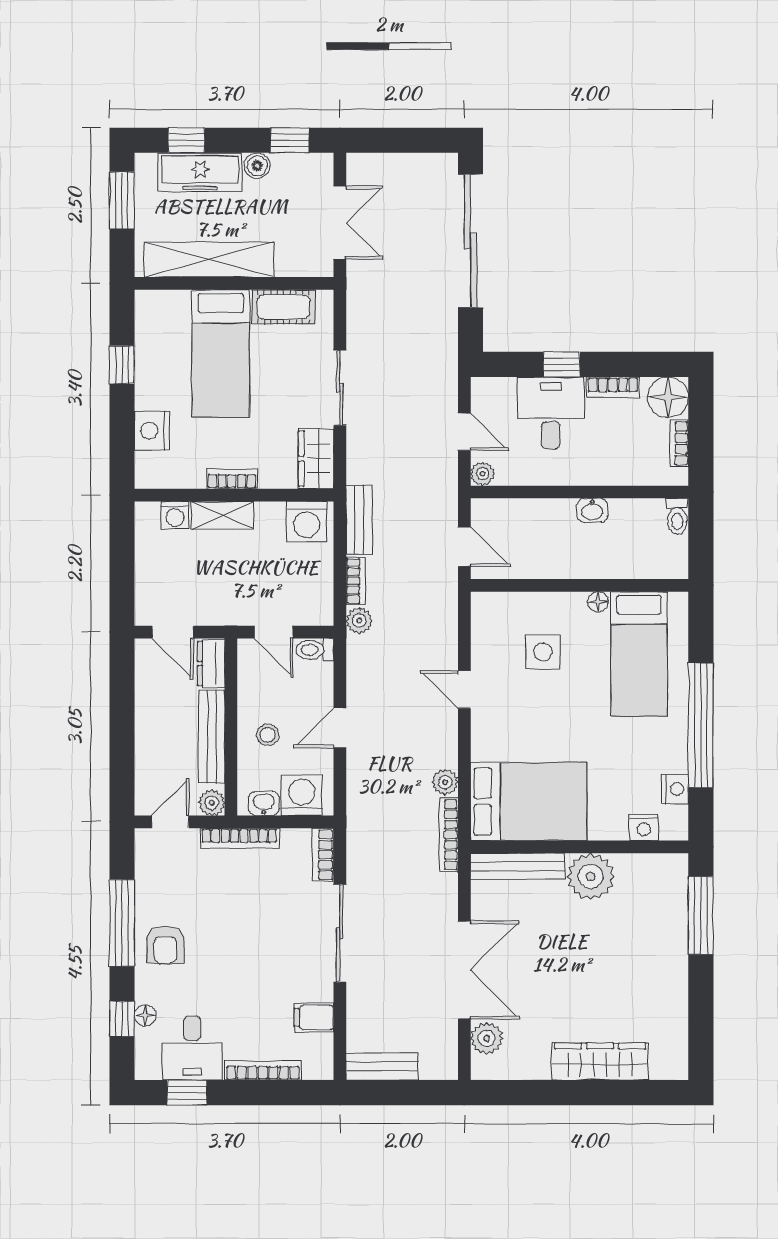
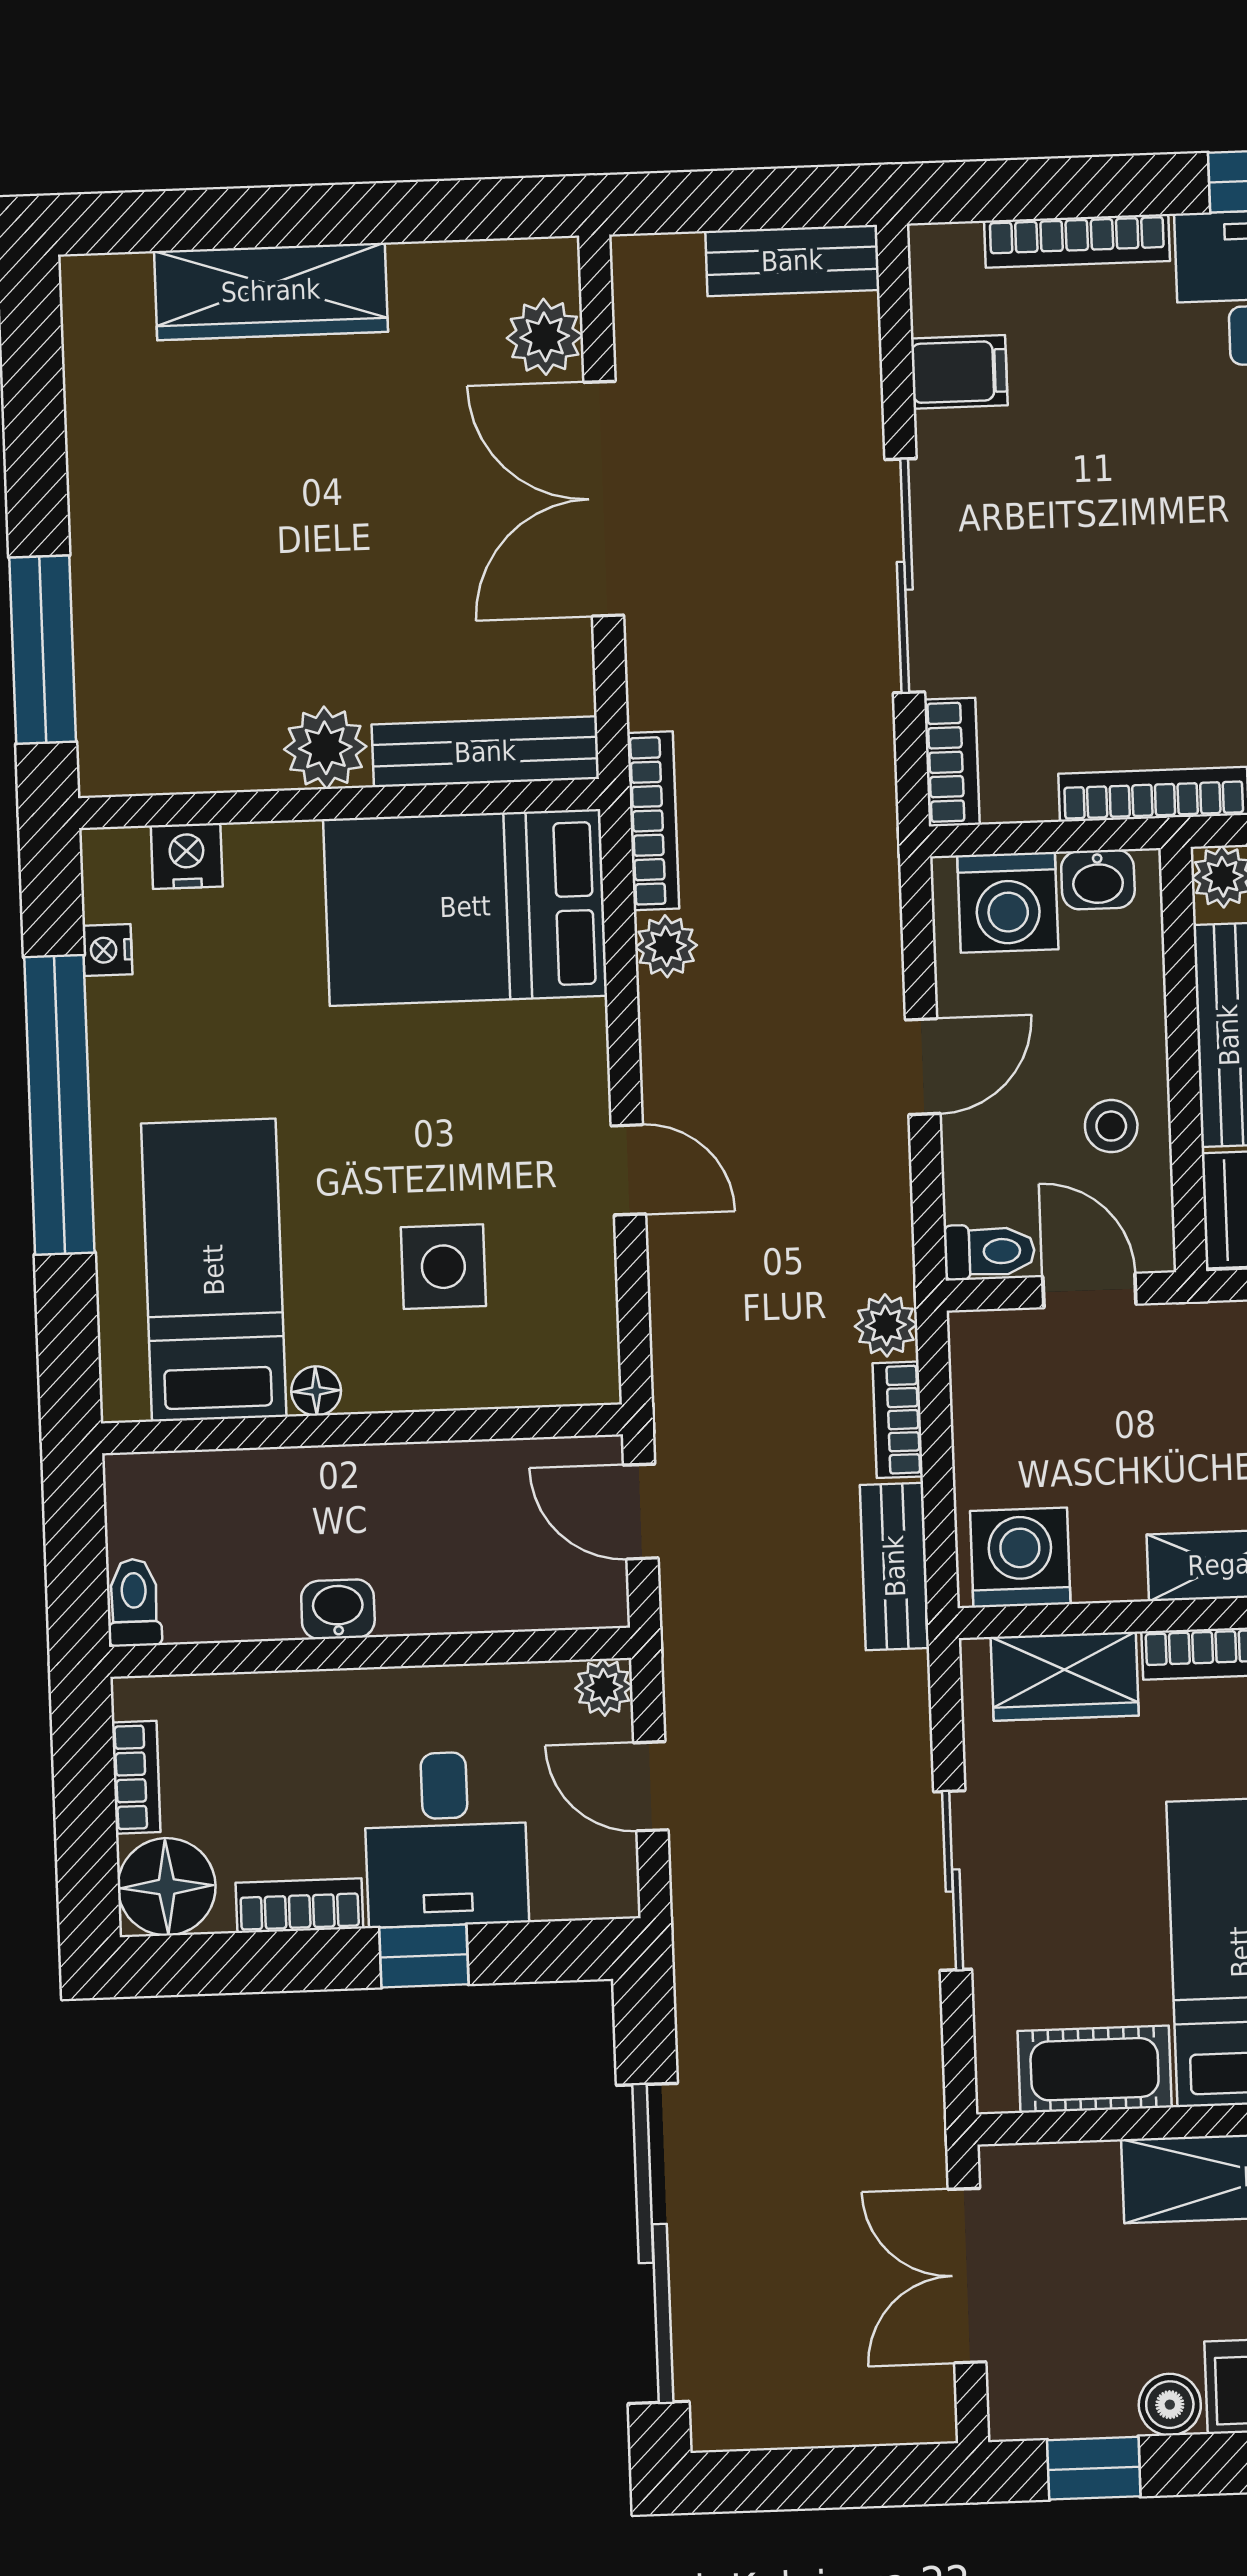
wardrobe: (316, 459) -> (1065, 1676), moved, turned 90
stool: (268, 735) -> (1111, 1126), moved
nightstand: (675, 789) -> (107, 950), width x0.72, depth x0.74
plant: (591, 877) -> (325, 748), width x0.73, depth x0.73

